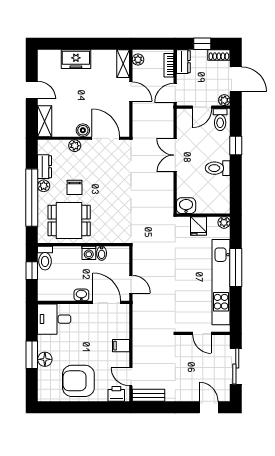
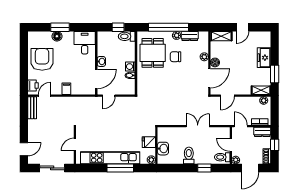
window: (99, 44) -> (275, 74), added
door: (131, 92) -> (227, 96), moved
washbasin: (186, 206) -> (163, 149), moved

